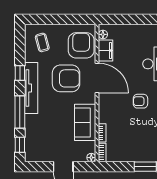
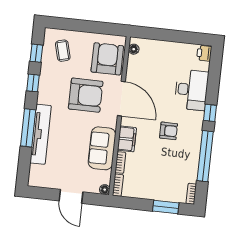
filing cabinet: (106, 50) -> (127, 139), moved
tv unit: (31, 88) -> (41, 134), moved
armchair: (140, 101) -> (169, 131), turned 180
window: (20, 145) -> (36, 53), moved

